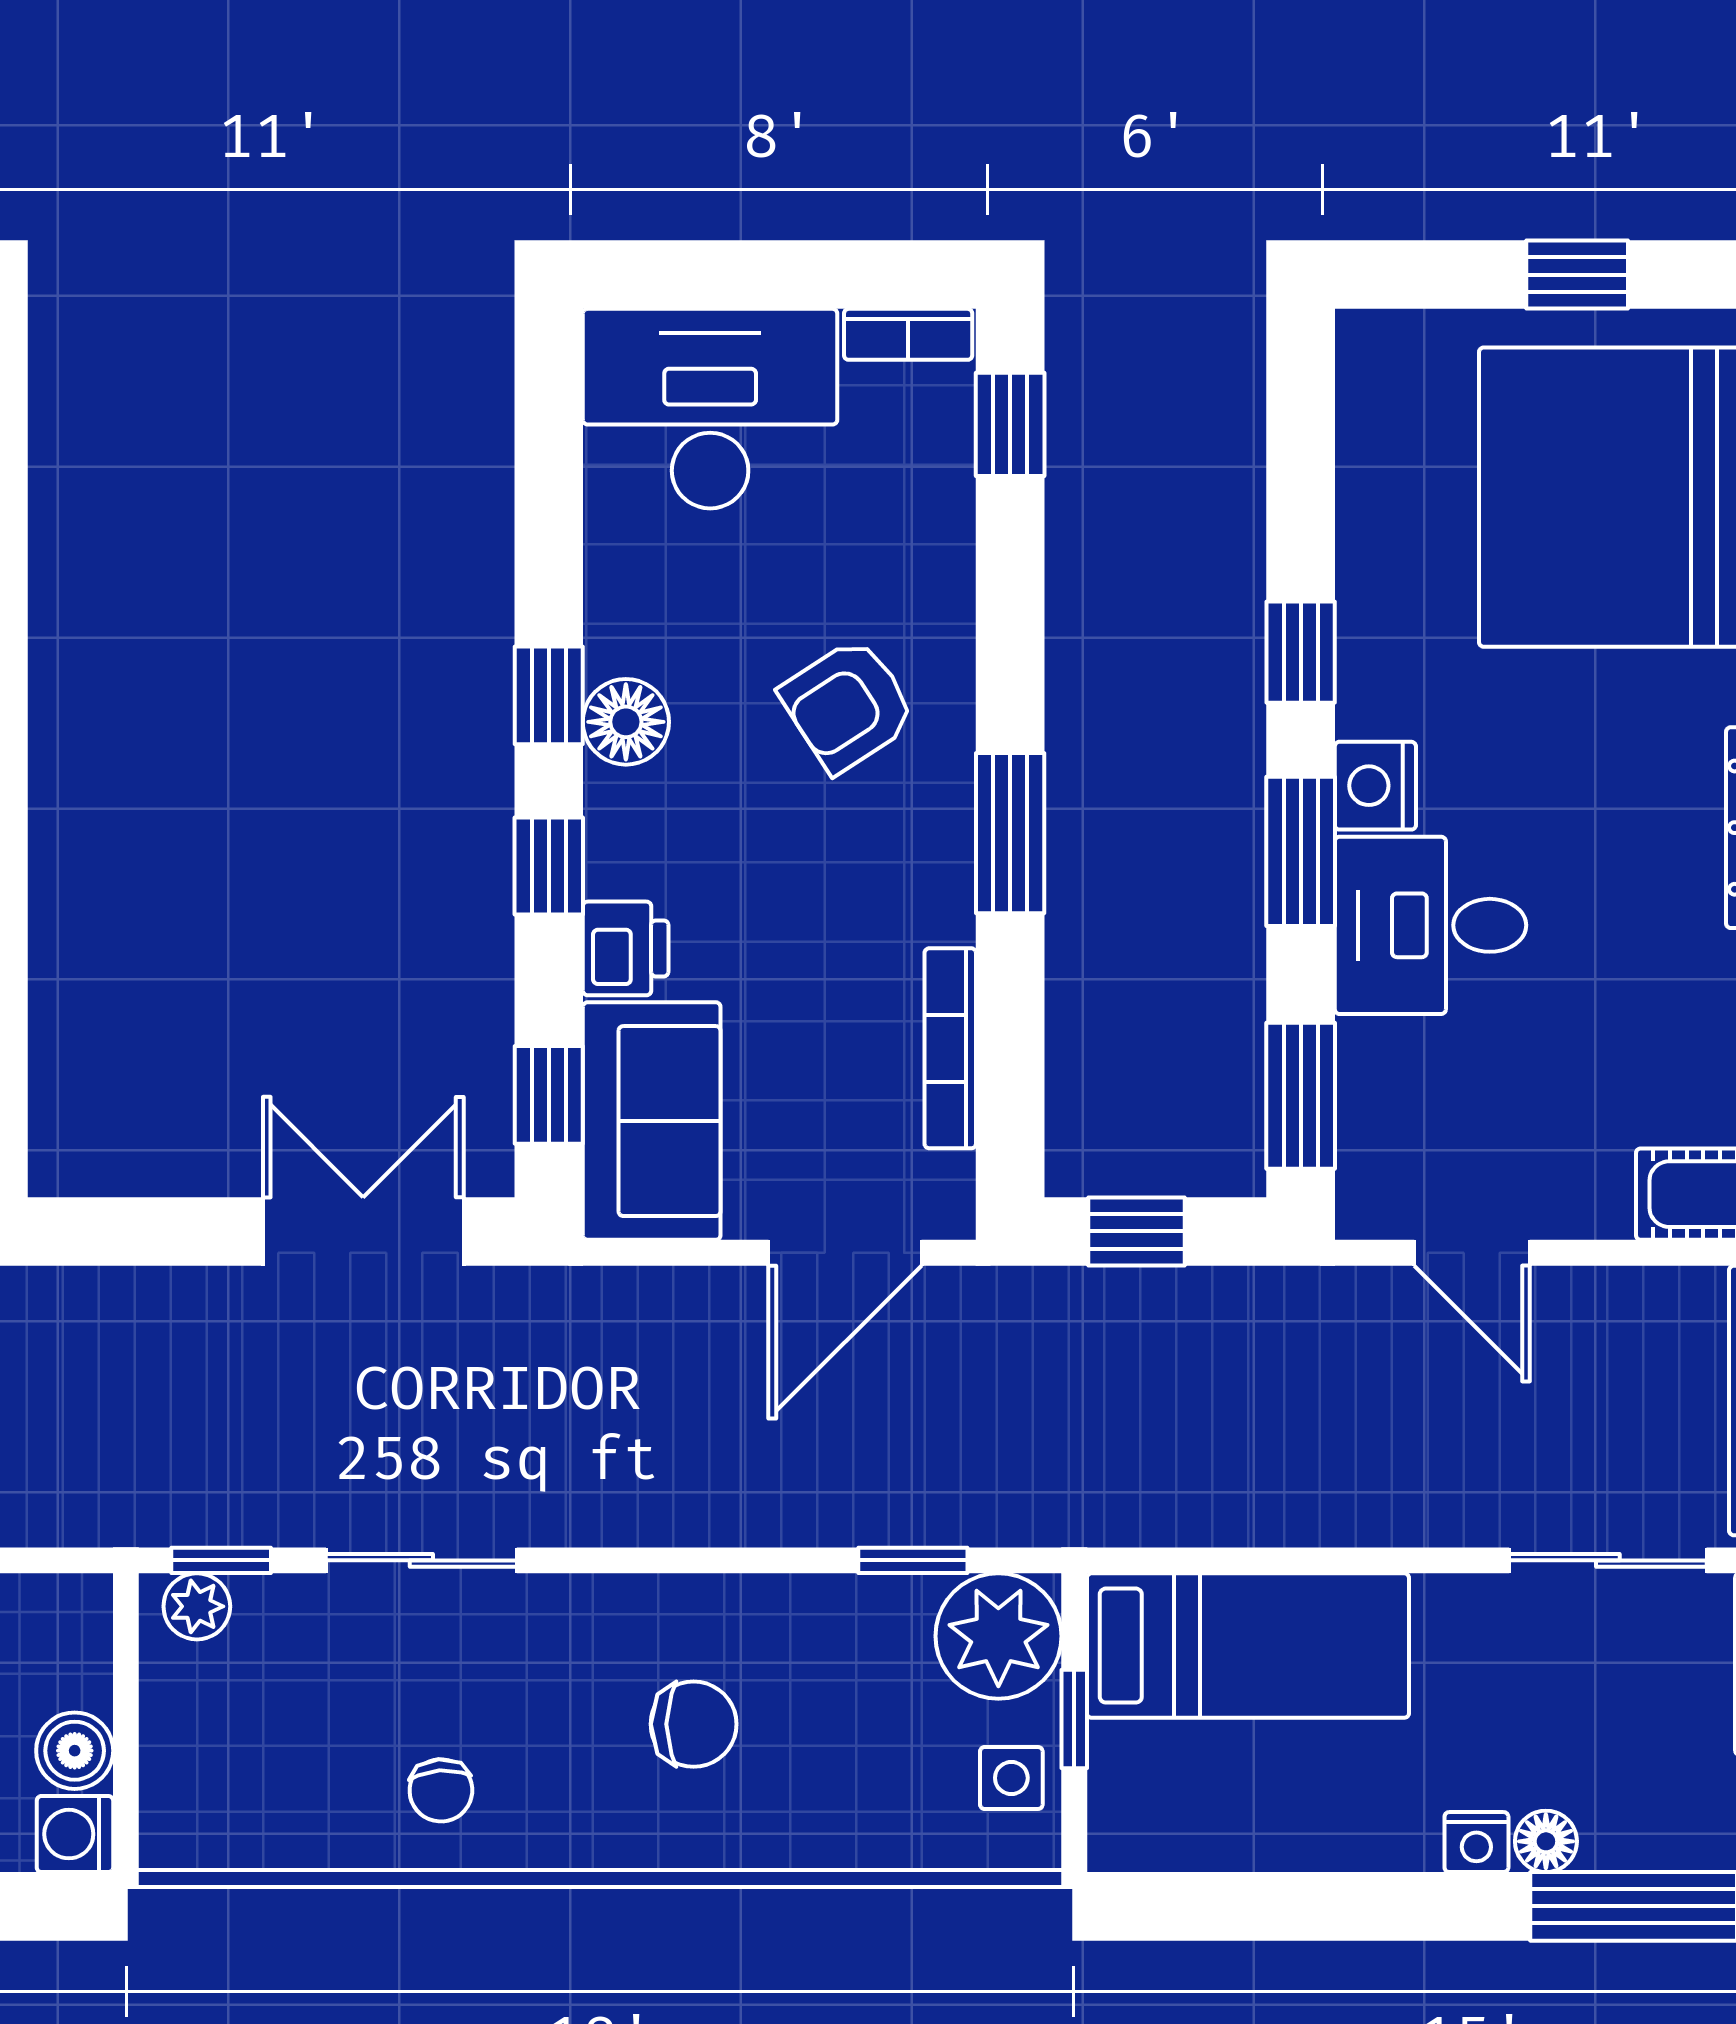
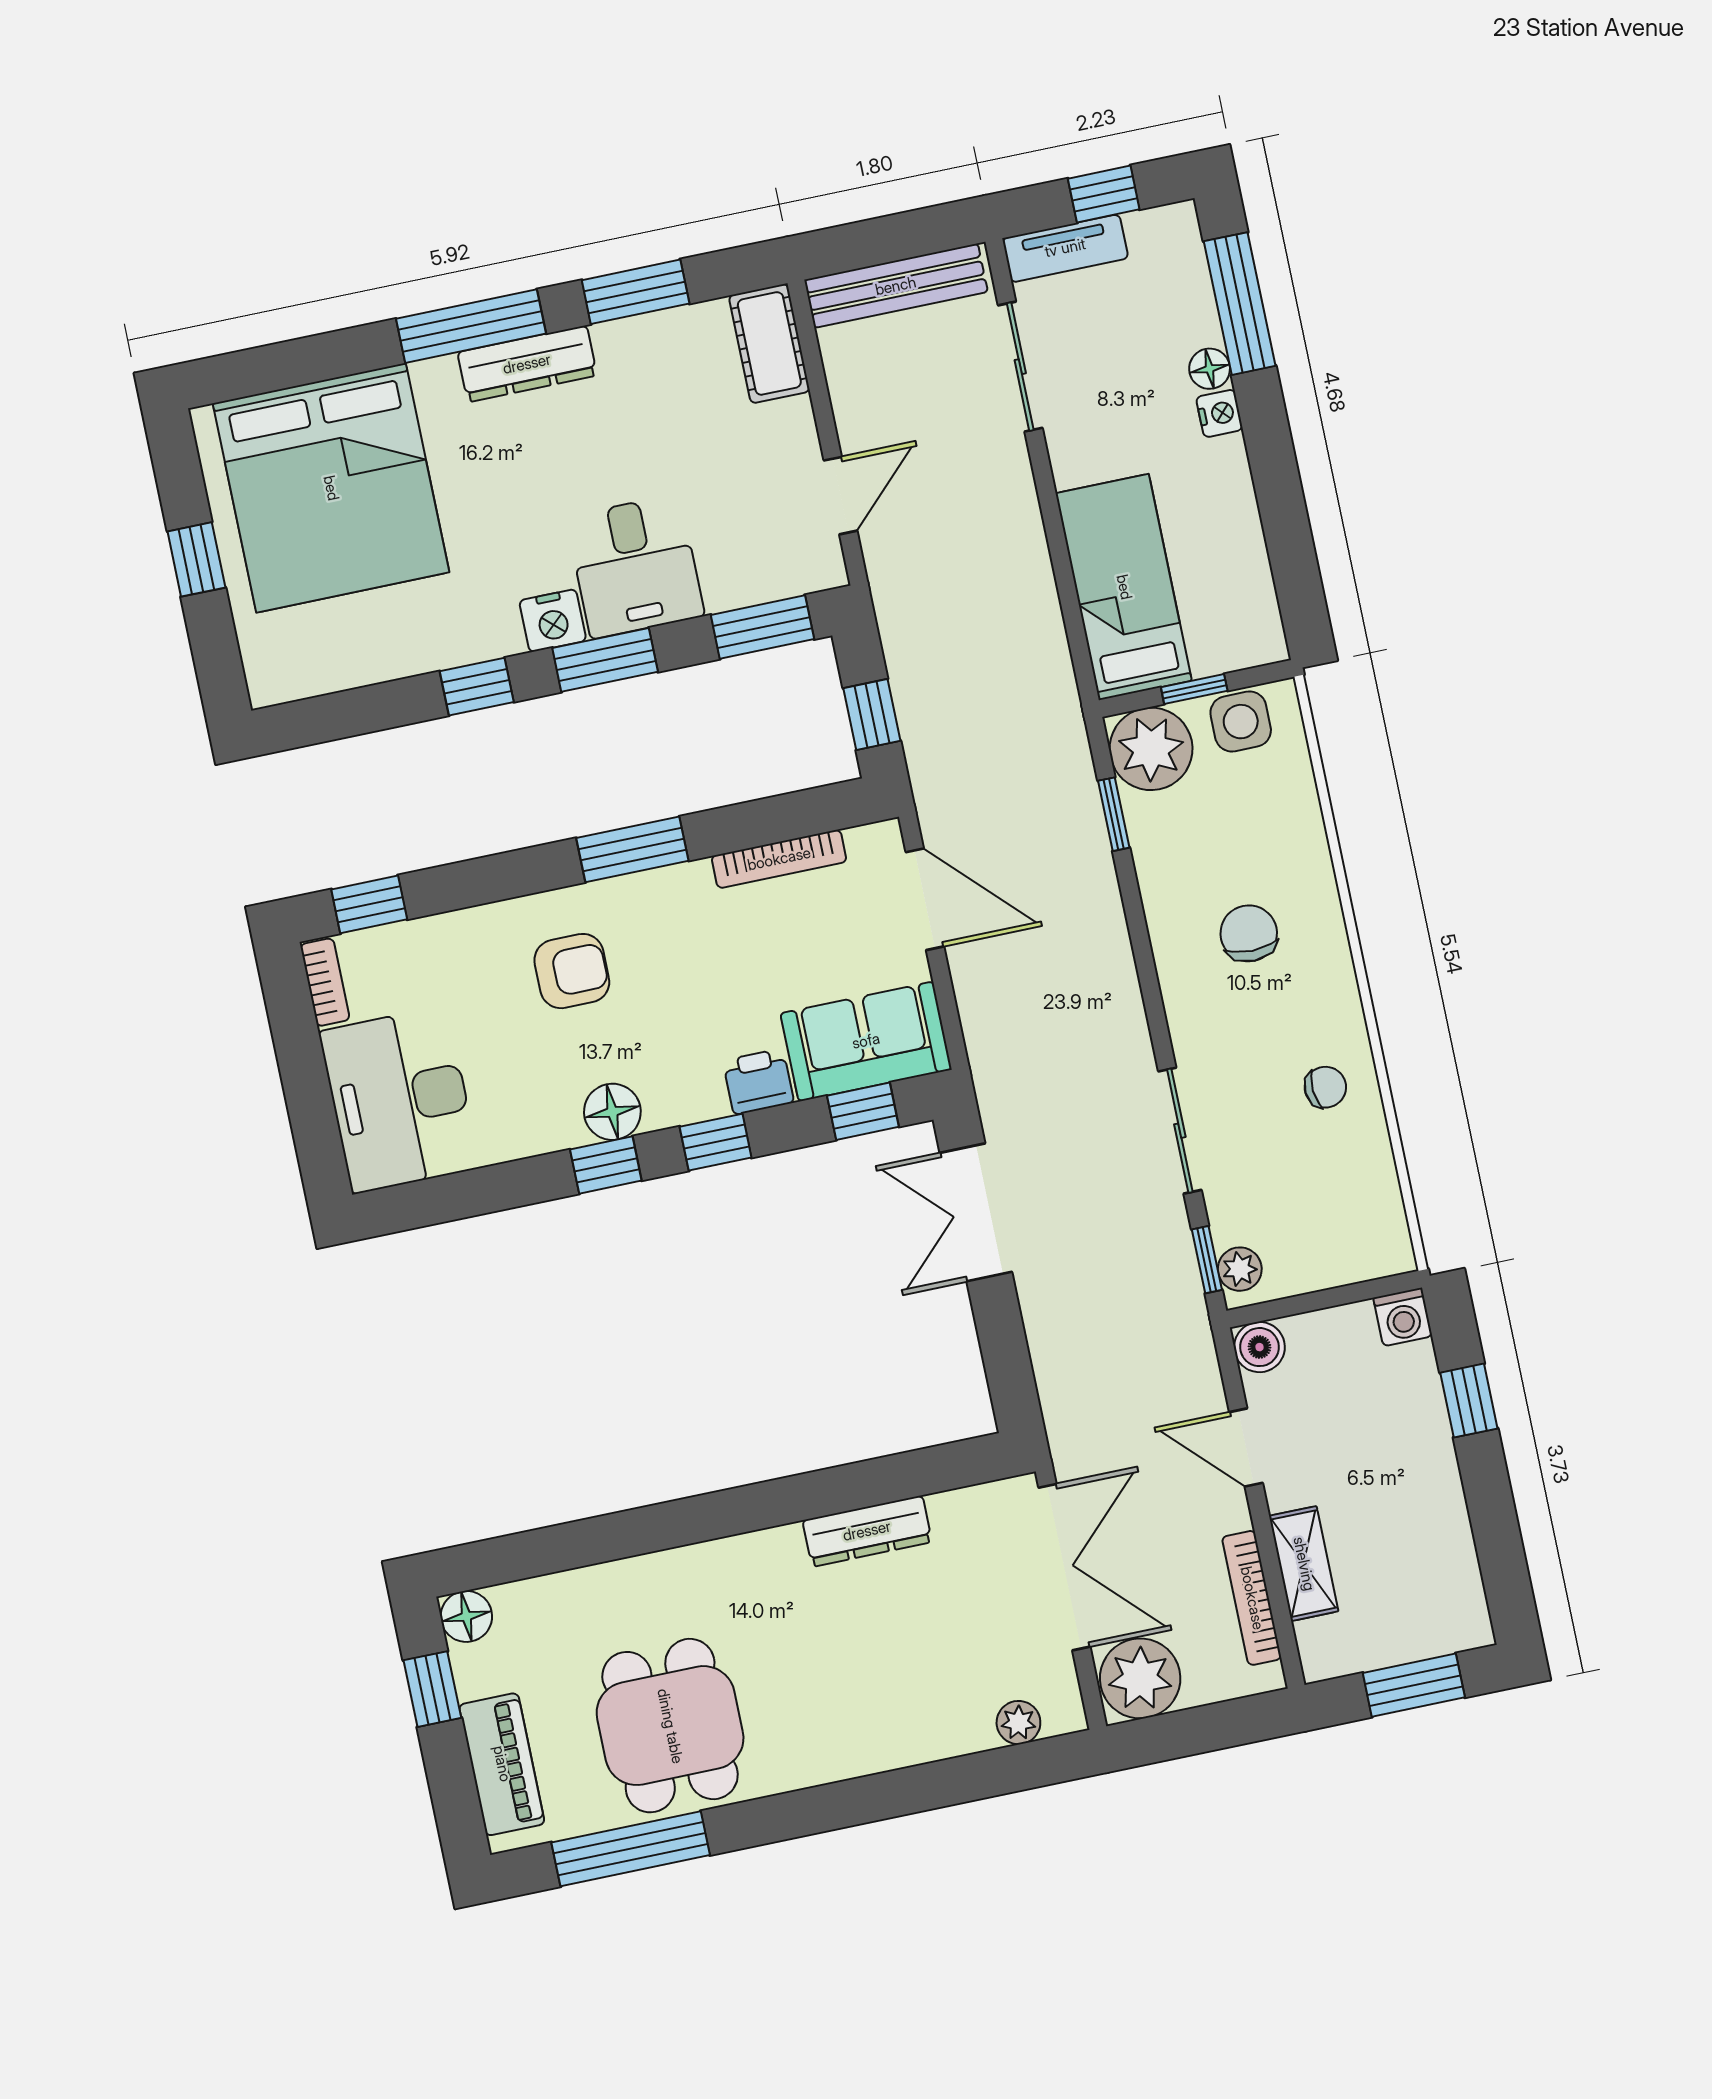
armchair: (848, 705) -> (572, 971), turned -57
boiler: (75, 1751) -> (1260, 1347), moved
side table: (1011, 1778) -> (1241, 722), width x1.37, depth x1.37

